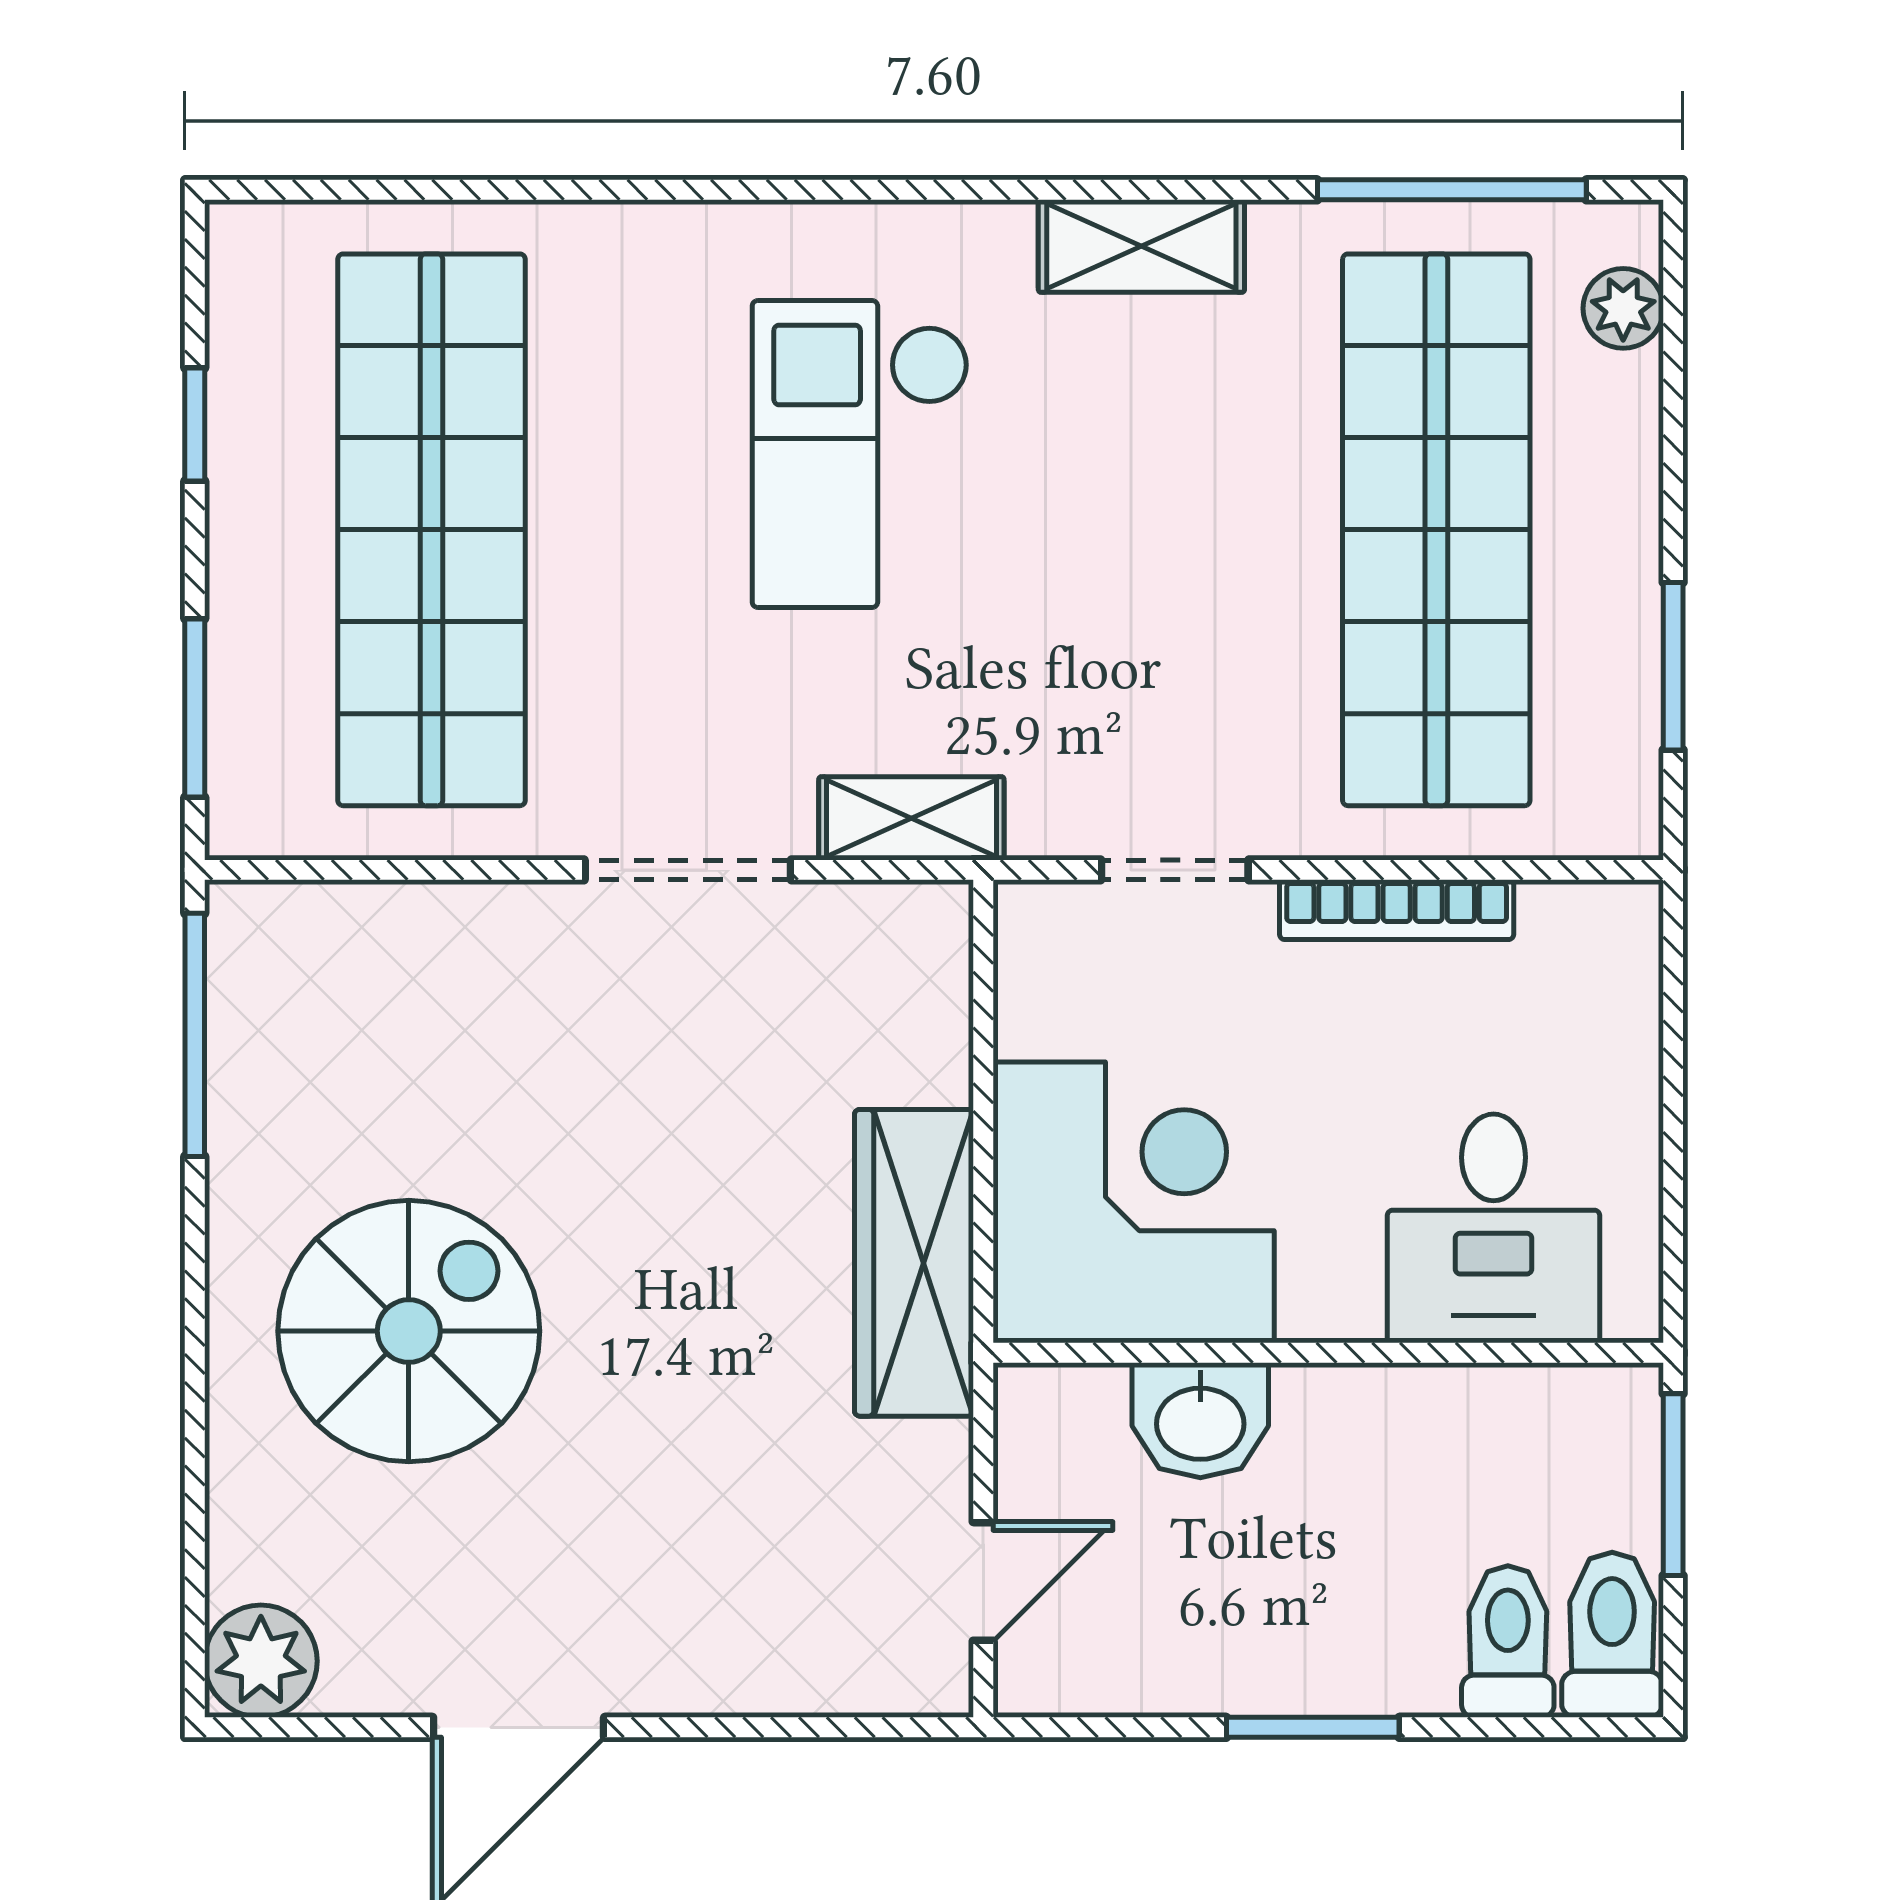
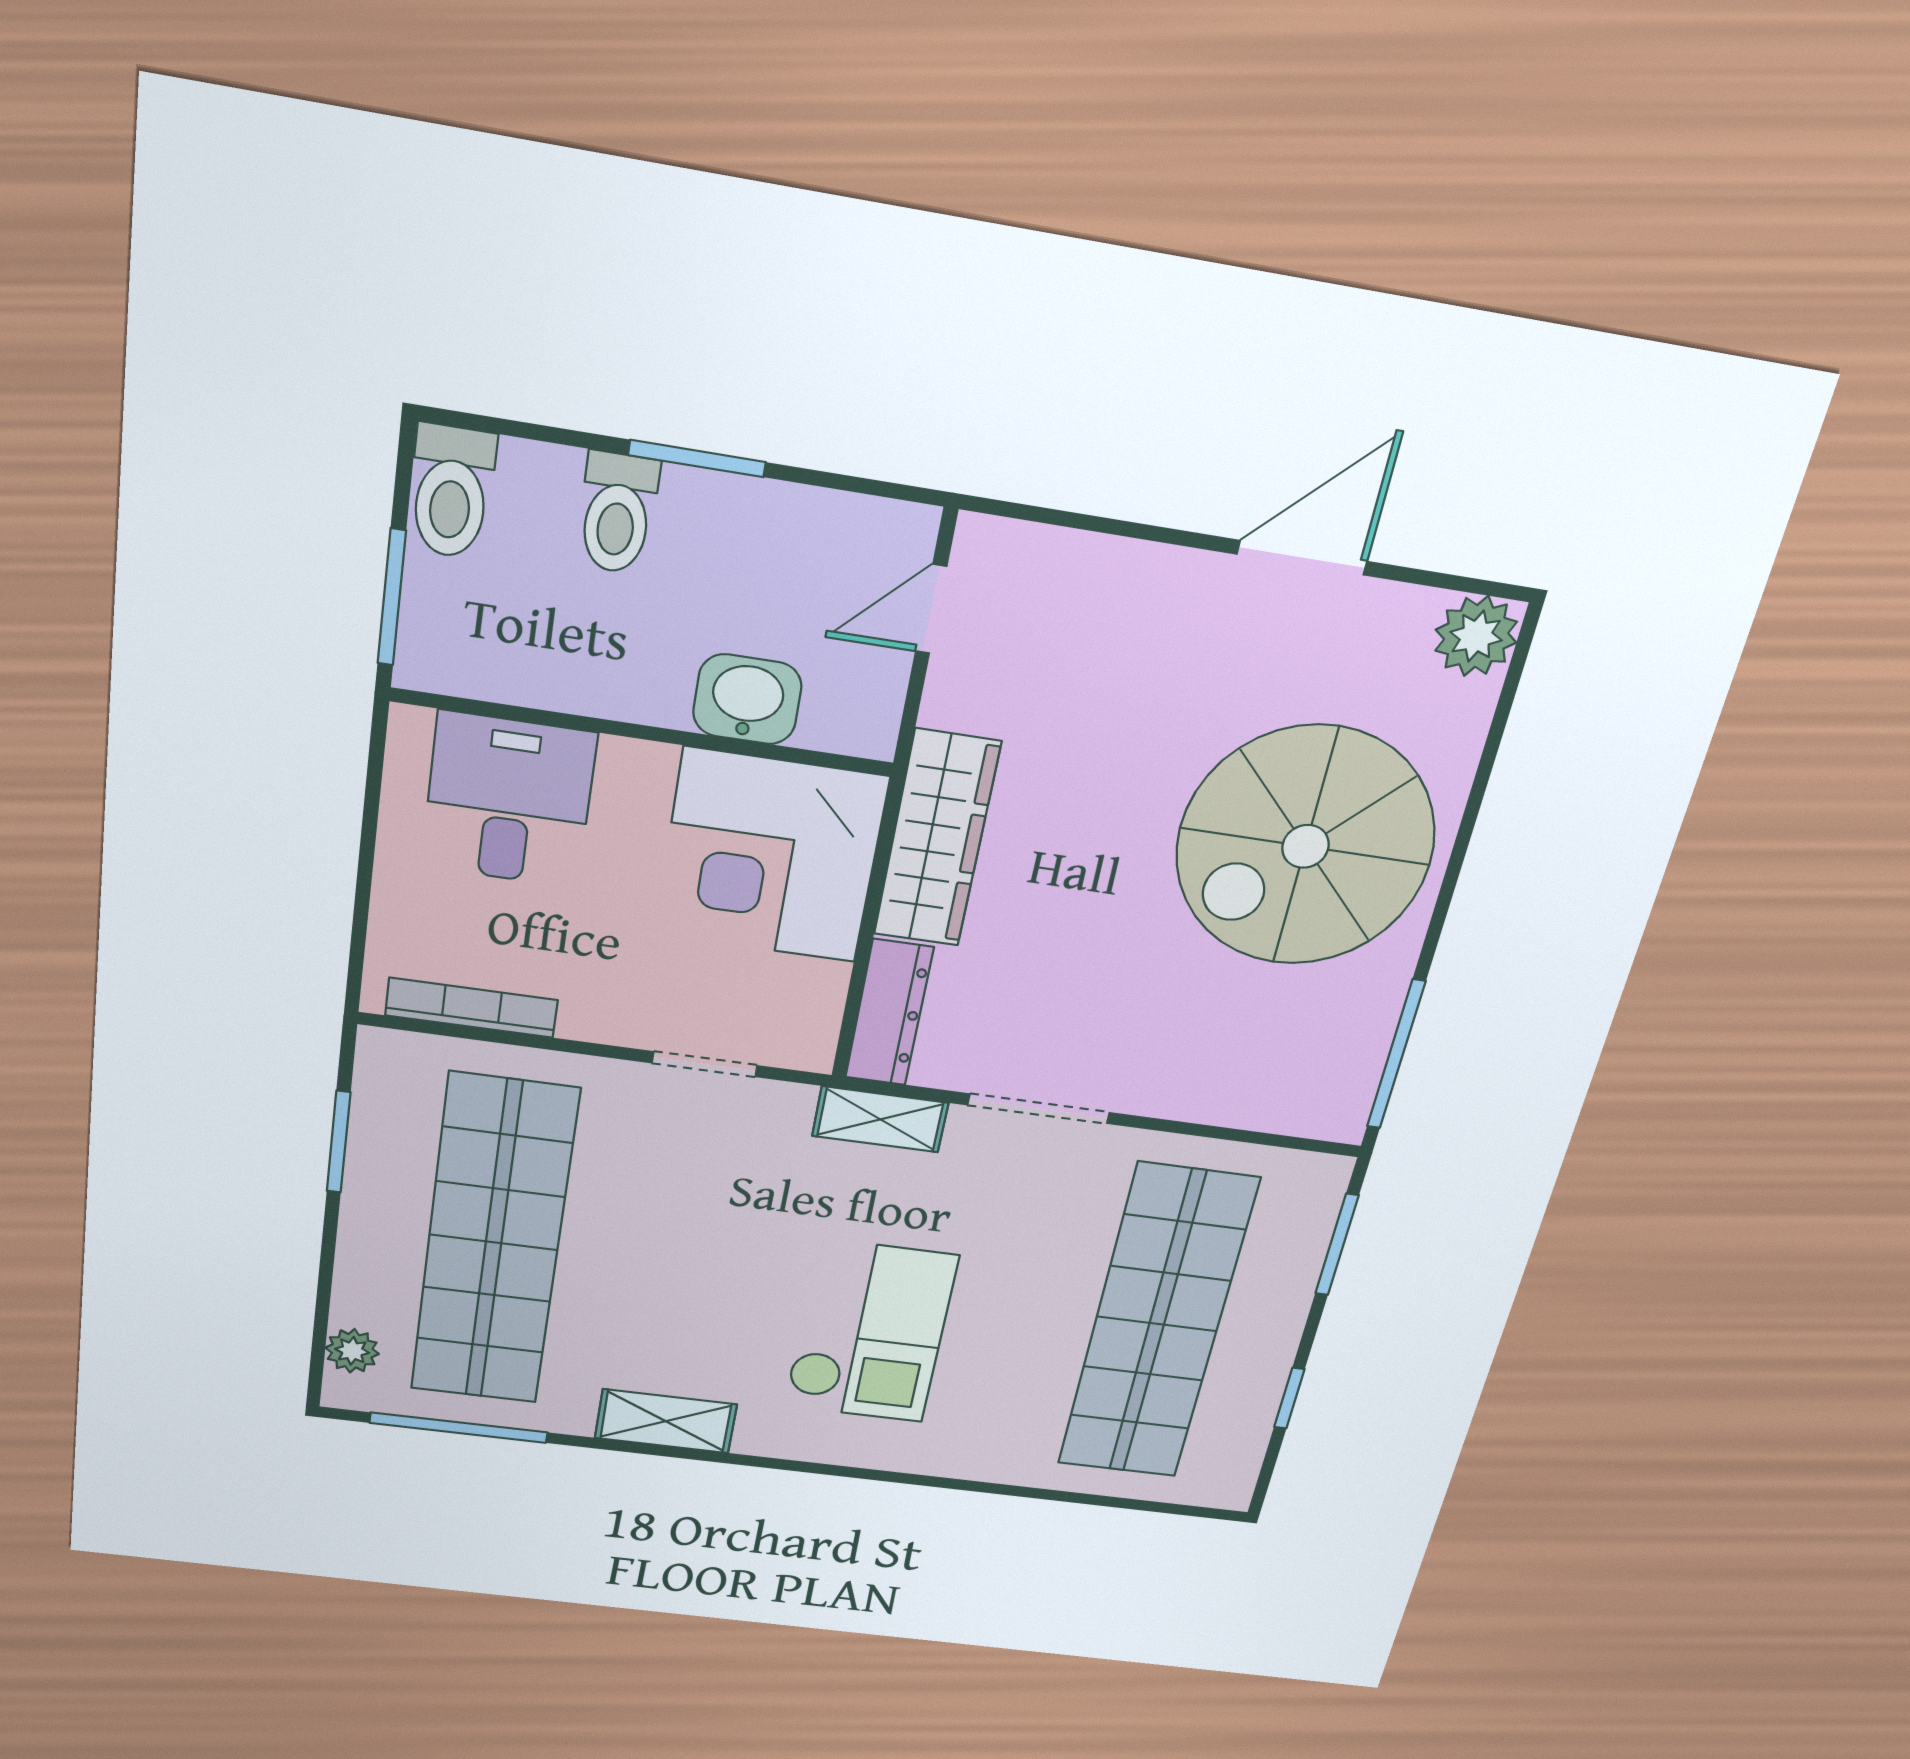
bookcase: (1397, 910) -> (472, 1008), moved
dresser: (930, 991) -> (889, 1013), added
spiral stairs: (409, 1331) -> (1306, 846), width x1.37, depth x1.37
toilet: (1508, 1642) -> (617, 513), moved

